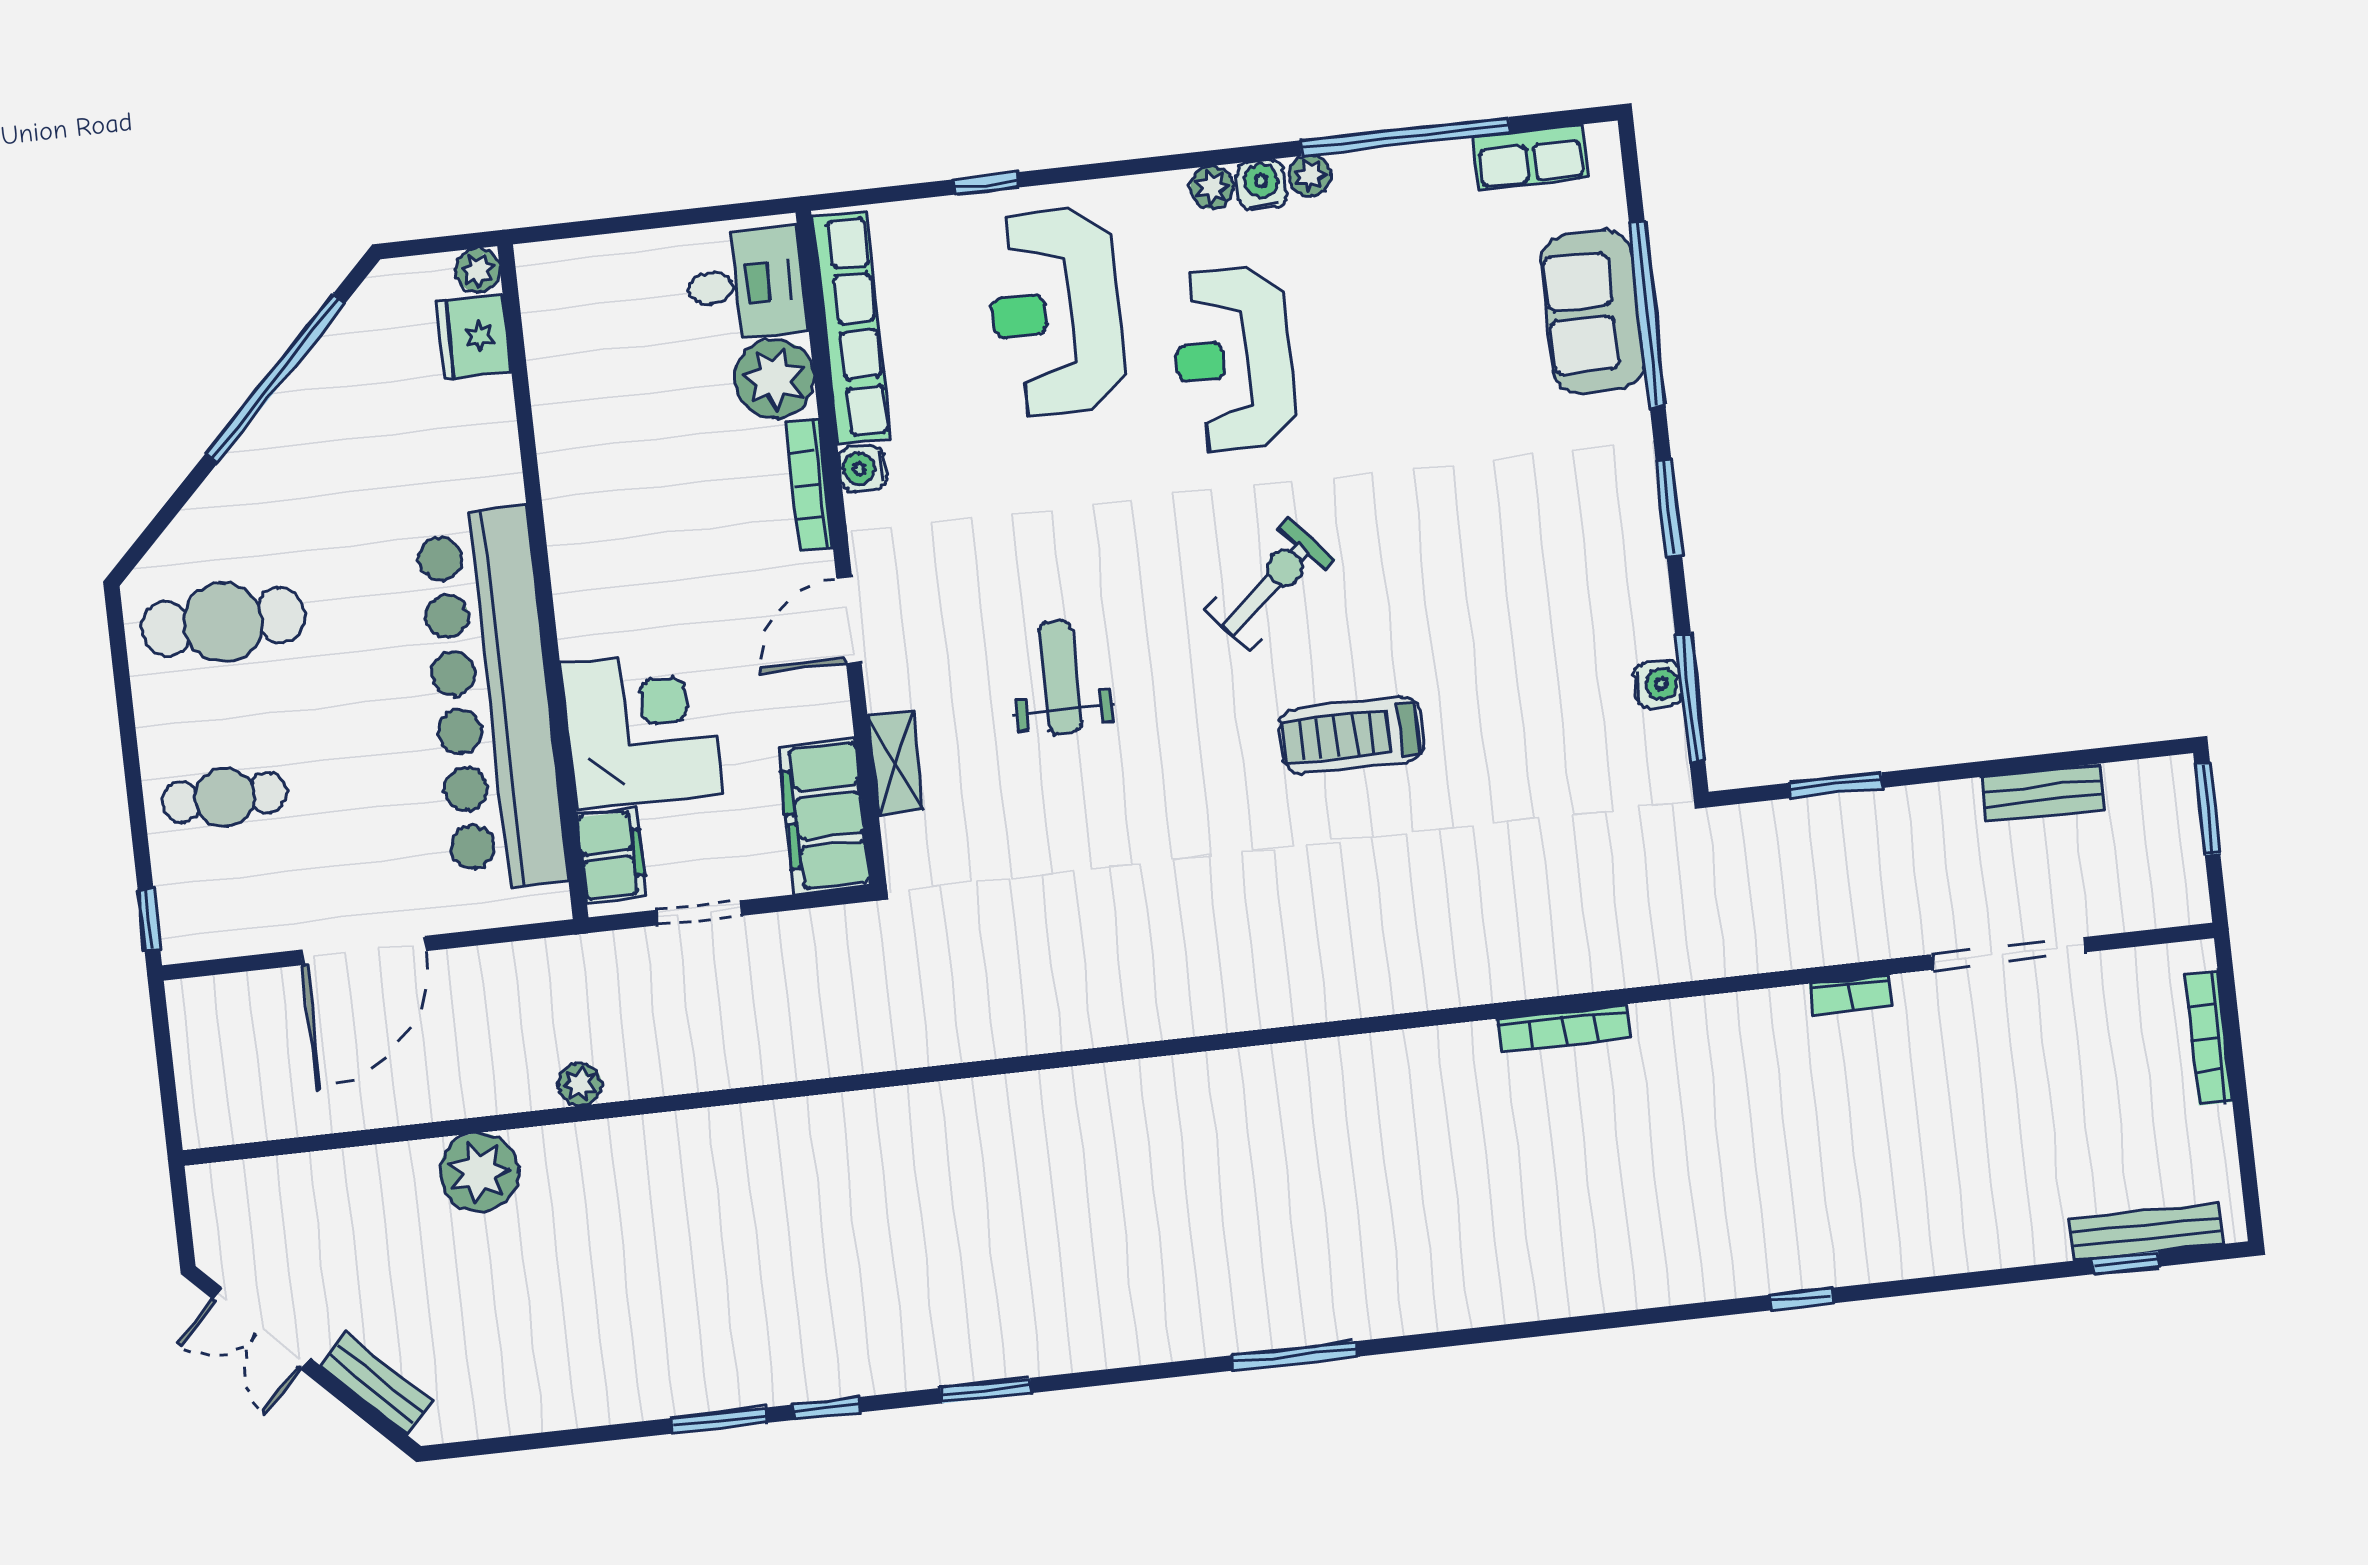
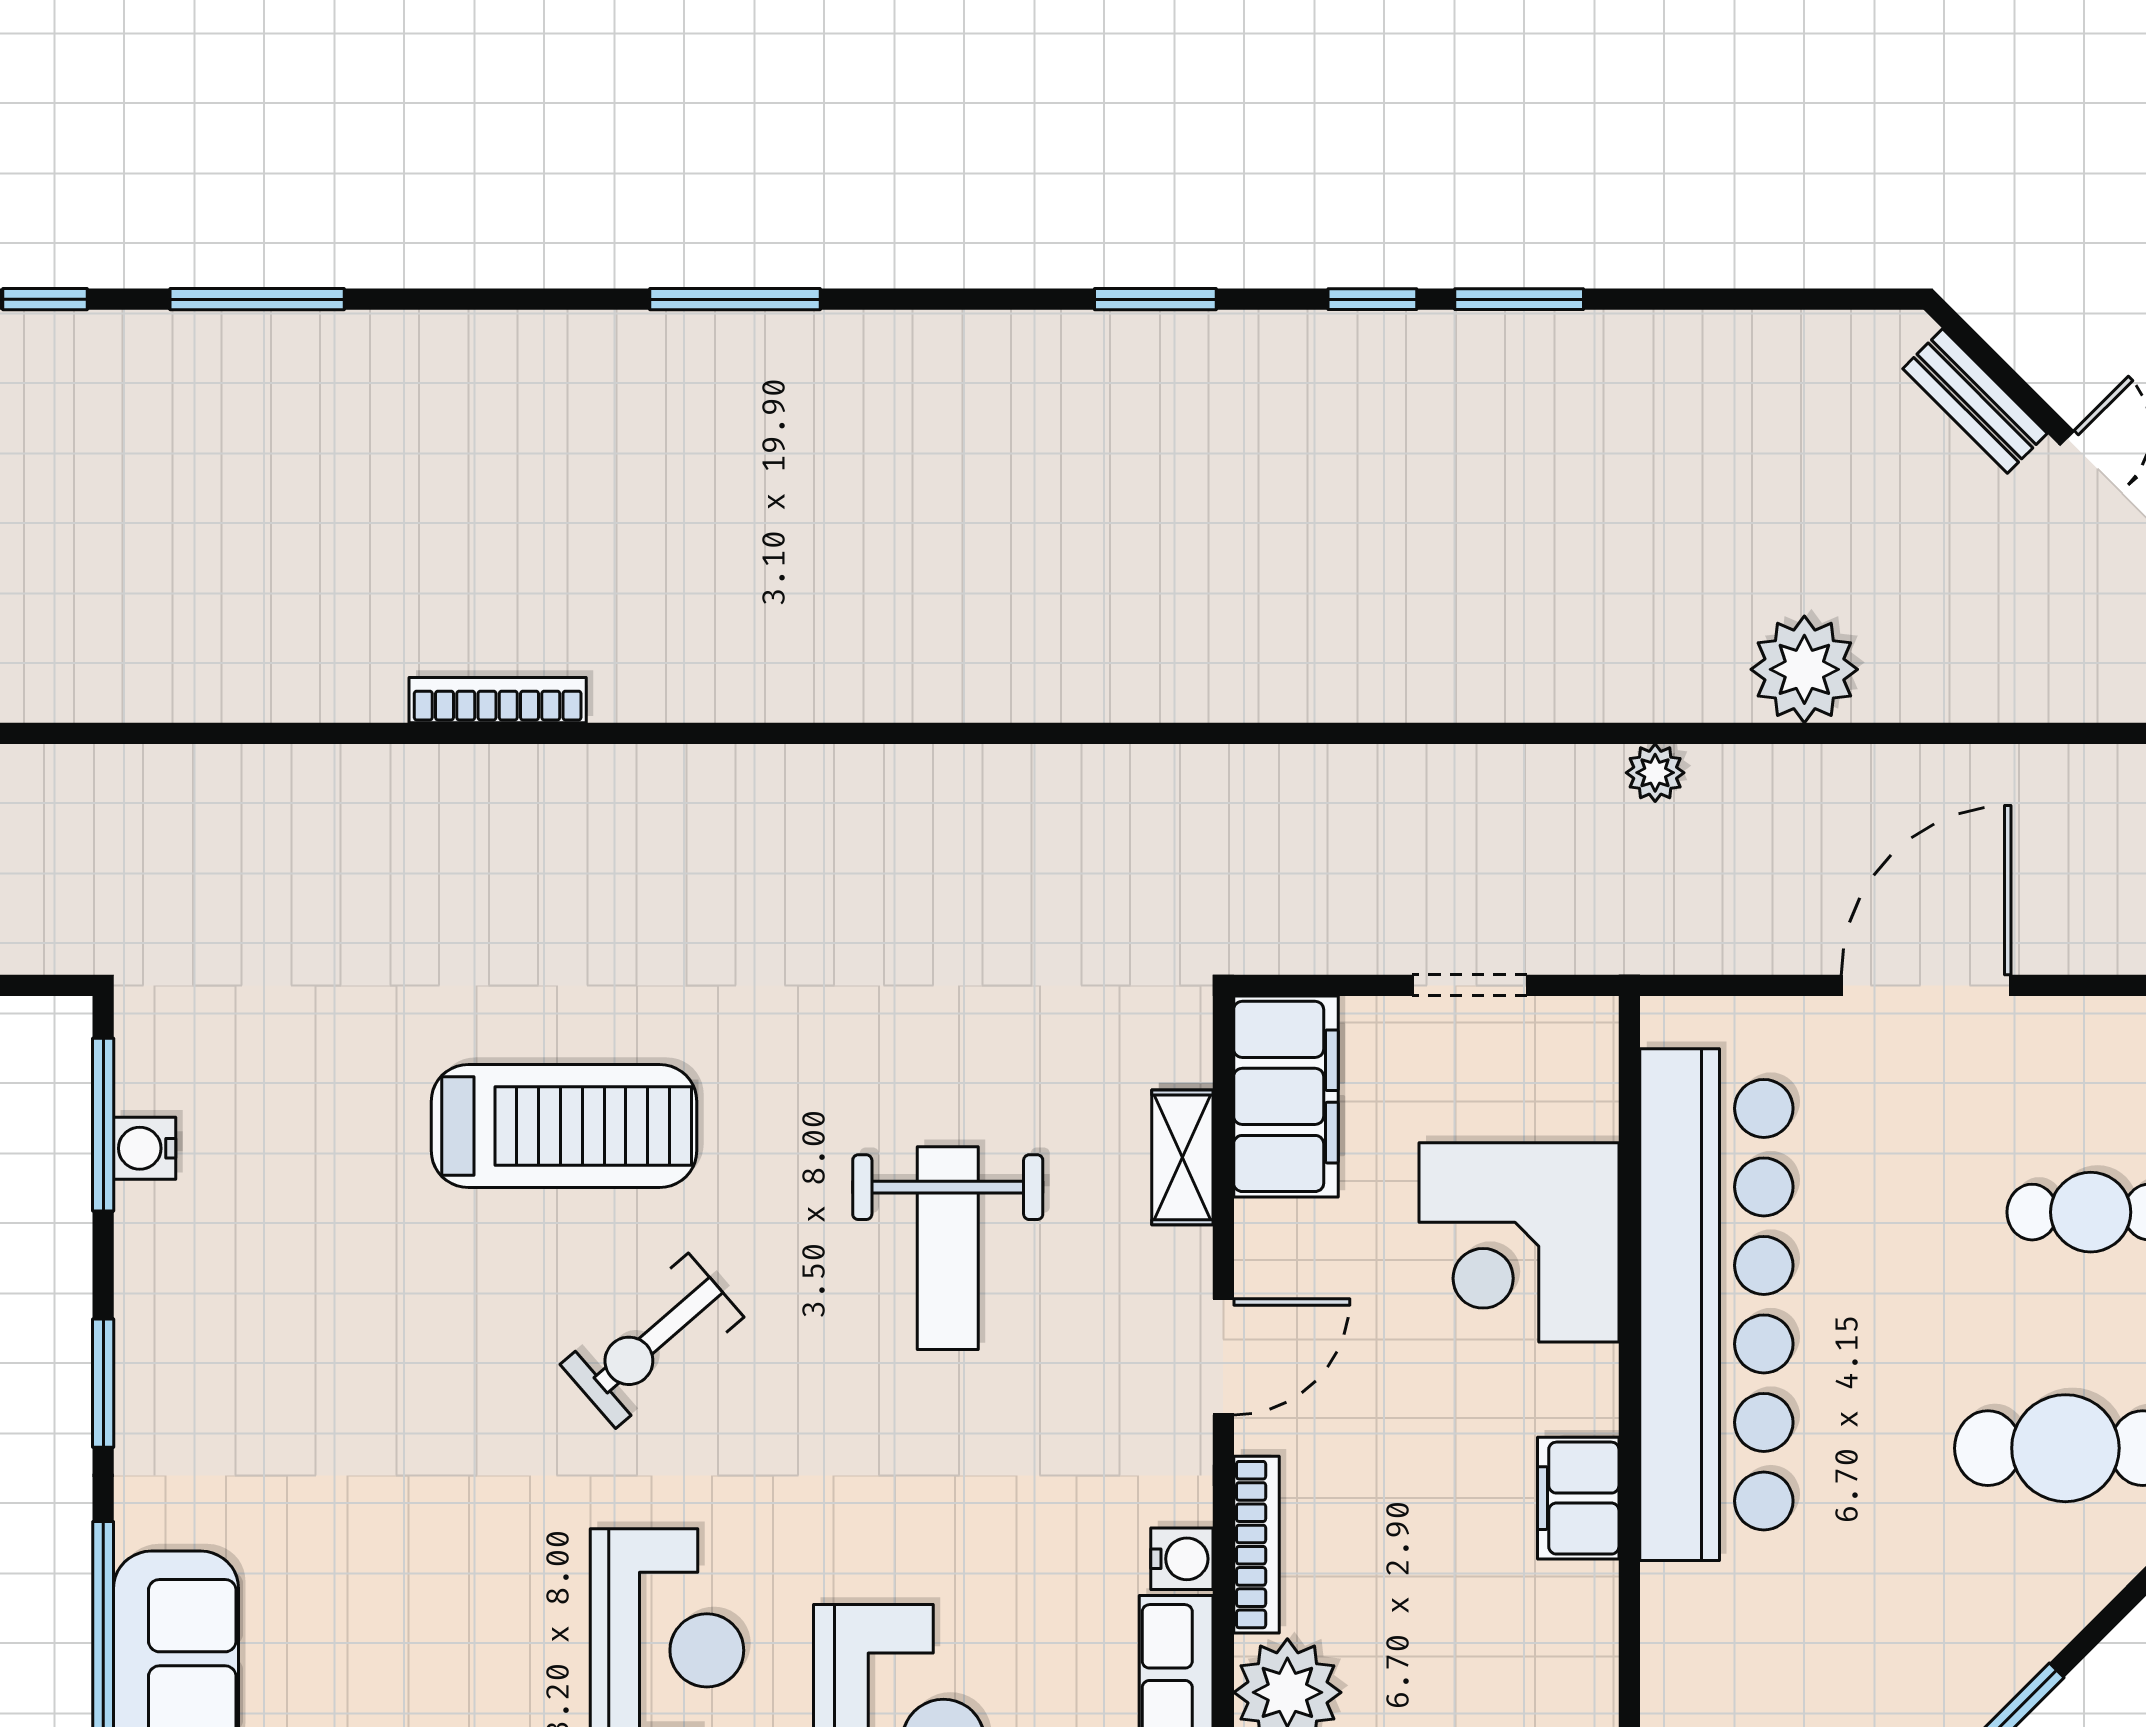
weight bench: (1060, 677) -> (948, 1248), width x1.36, depth x1.33
treadmill: (1352, 735) -> (564, 1126), width x1.37, depth x1.38
filing cabinet: (612, 855) -> (1578, 1498), moved
bookcase: (1563, 1028) -> (498, 700), moved
window: (1645, 1317) -> (257, 299), added

